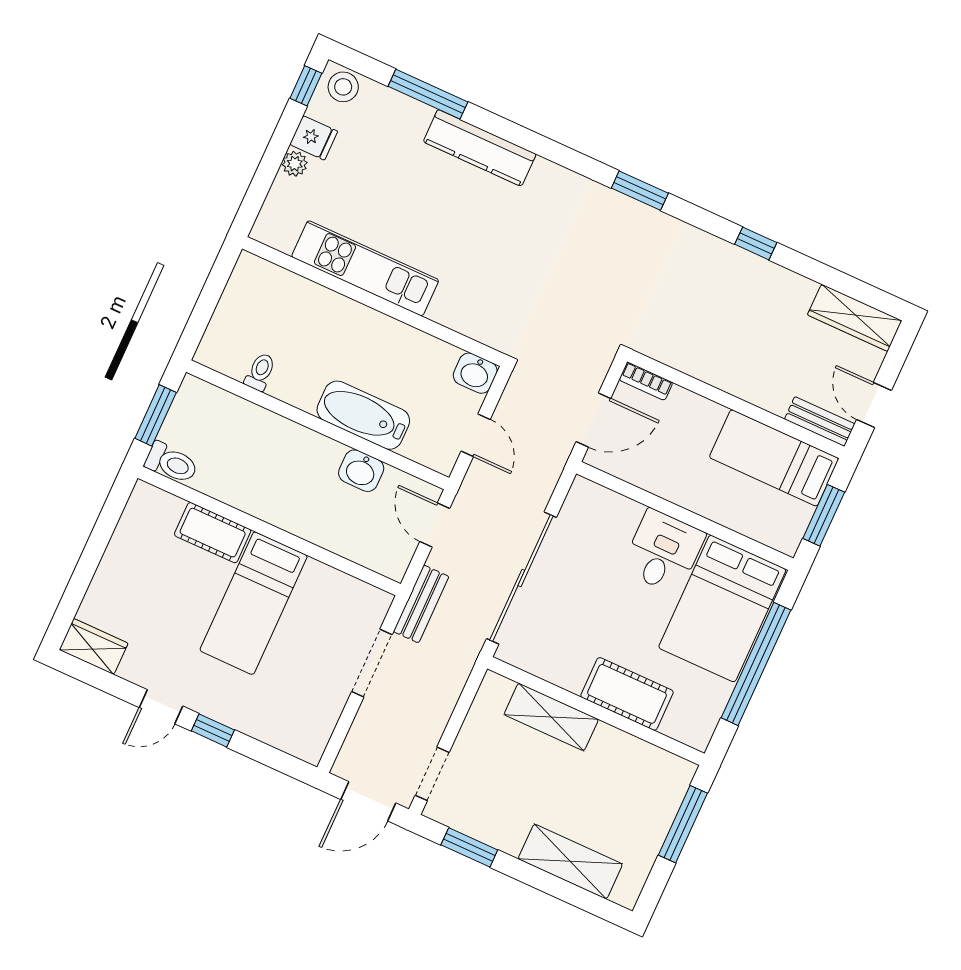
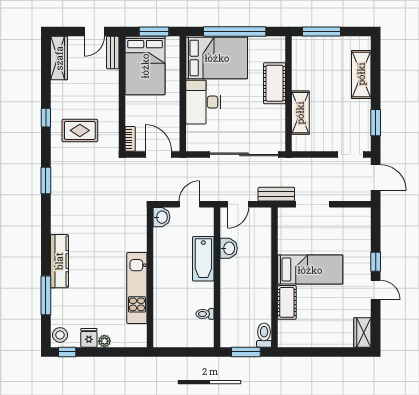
rug: (704, 295) -> (80, 130), added
bed: (774, 458) -> (145, 66), width x1.50
desk: (663, 552) -> (203, 102), width x1.37

